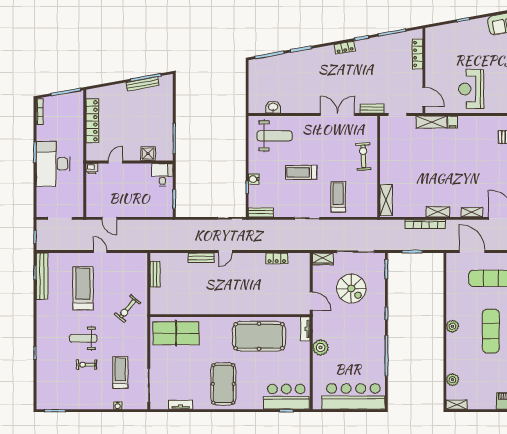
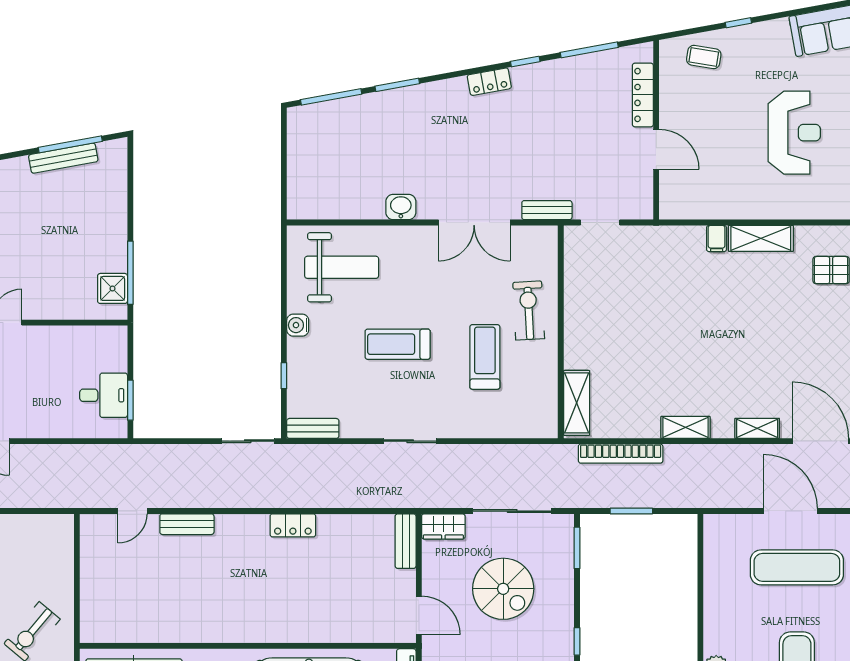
coffee table: (447, 36) -> (704, 57), added
reception desk: (471, 89) -> (794, 133), moved, turned 180
door: (424, 97) -> (656, 149), moved
washbasin: (273, 107) -> (401, 207), moved
double door: (338, 115) -> (474, 223), swing flipped
shelving: (432, 122) -> (761, 238), moved
shower: (148, 154) -> (113, 288), moved
desk: (162, 175) -> (104, 395), moved, turned 90
water cooler: (254, 179) -> (298, 325), moved
treadmill: (338, 197) -> (485, 357), moved
bookcase: (425, 224) -> (621, 454), moved
door: (225, 252) -> (132, 511), moved
door: (472, 252) -> (790, 511), moved
locker: (277, 258) -> (293, 525), moved
bench: (155, 274) -> (406, 541), moved

